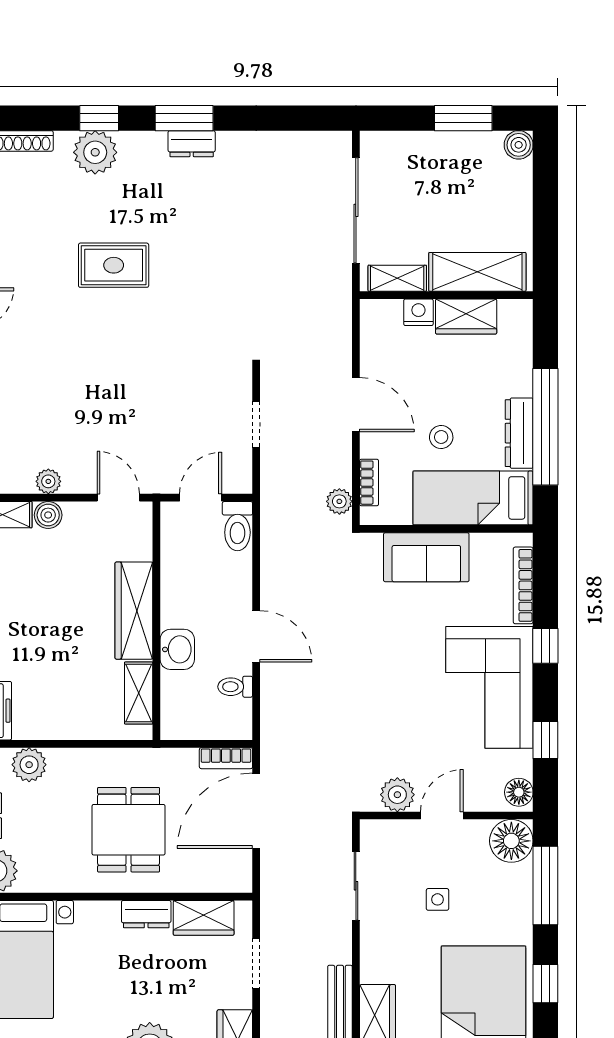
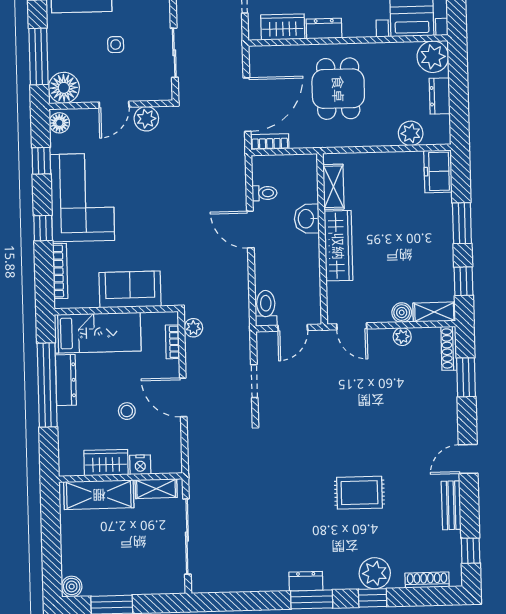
stool: (441, 437) -> (127, 411), moved

